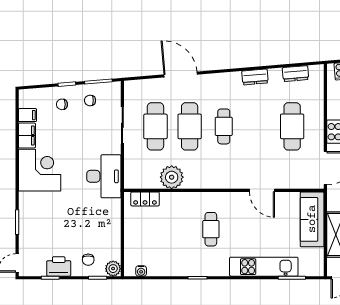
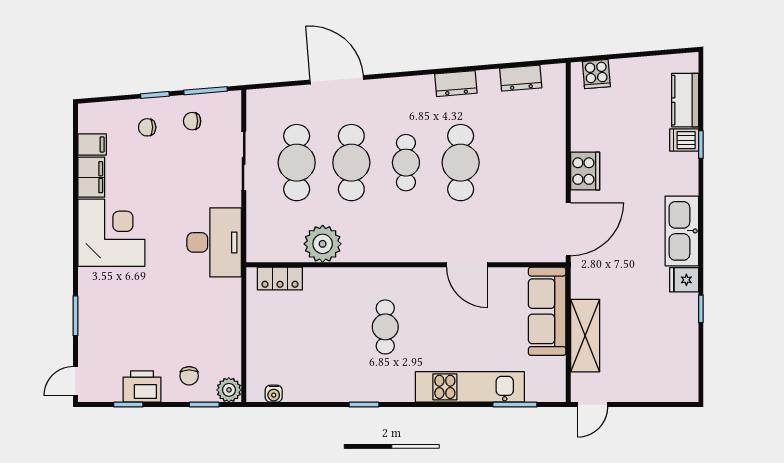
cafe table: (292, 126) -> (461, 163), moved

